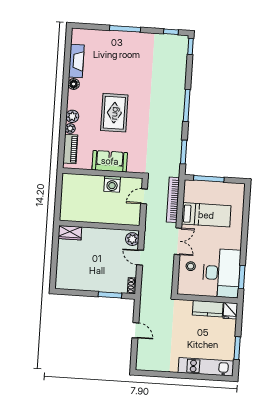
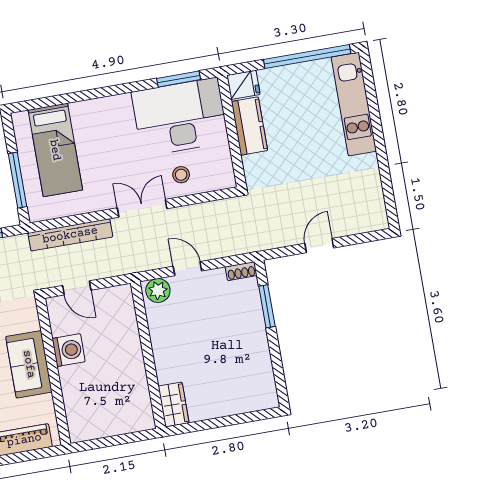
bed: (206, 215) -> (55, 150), moved, turned 180
door: (140, 258) -> (187, 269), swing flipped
window: (237, 348) -> (307, 57), width x2.11

